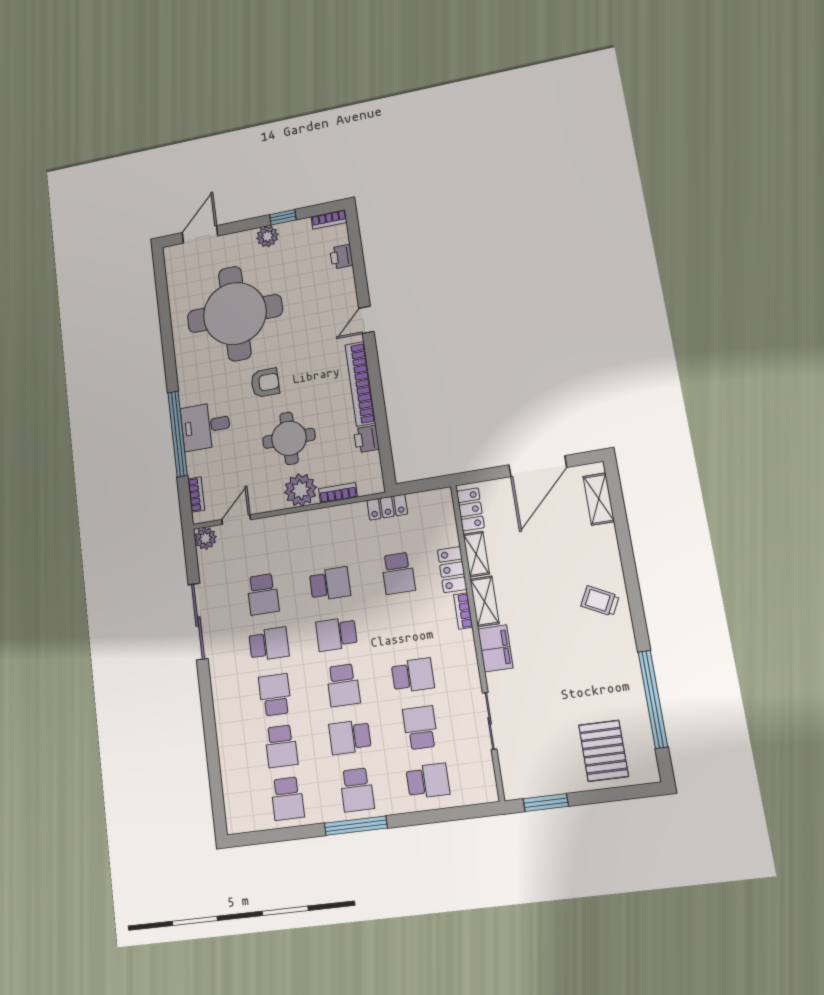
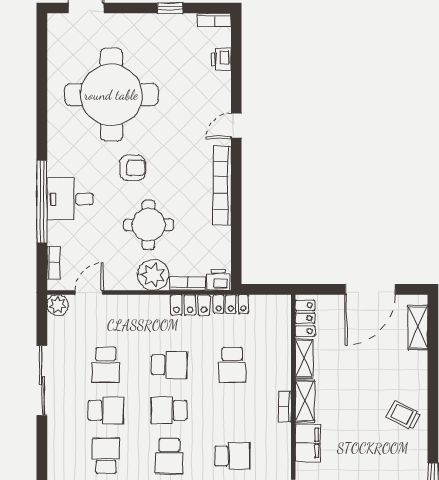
plant: (267, 236) -> (153, 24), removed
printer: (366, 439) -> (218, 280), moved, turned 90
locker: (452, 570) -> (190, 305), moved, turned -90

